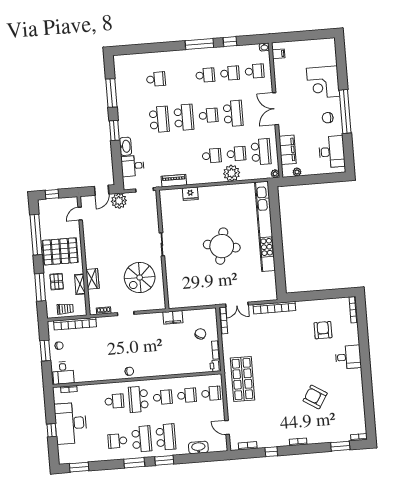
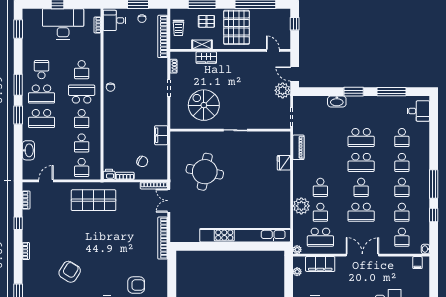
school desk: (181, 77) -> (402, 162), added
desk: (133, 166) -> (418, 111), moved, turned 90
round table: (222, 246) -> (205, 172), moved

